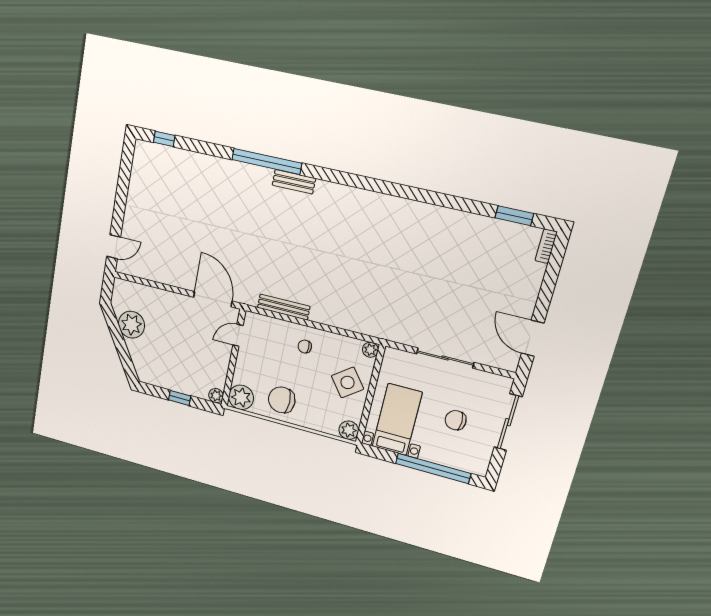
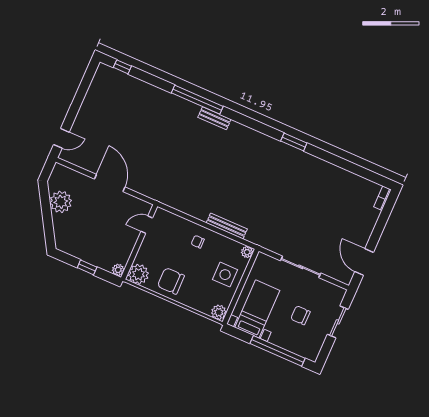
window: (514, 216) -> (294, 142), moved
door: (213, 299) -> (110, 183), moved
bench: (284, 307) -> (227, 226), moved
side table: (348, 382) -> (225, 275), turned 37
sliding door: (508, 422) -> (338, 322), width x0.73

